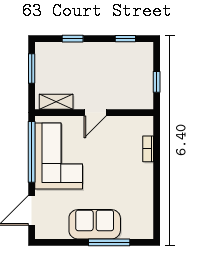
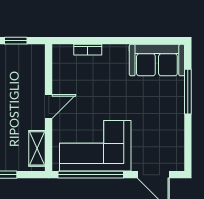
door: (95, 113) -> (49, 106), hinge flipped
sofa: (95, 224) -> (157, 60), moved, turned -90

